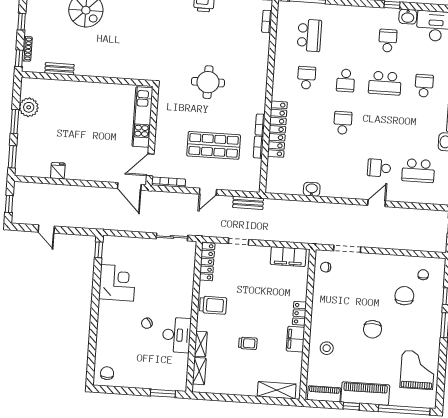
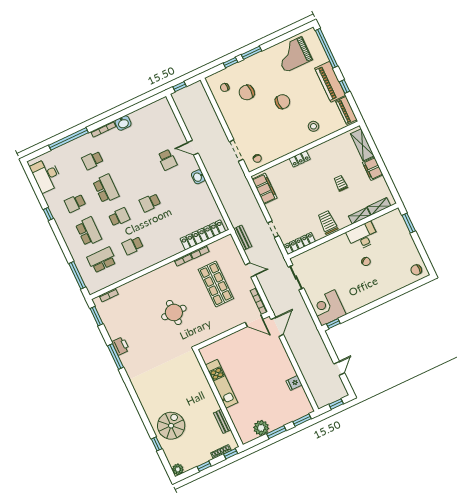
washbasin: (408, 17) -> (51, 198), removed
kitchen unit: (142, 117) -> (222, 384), moved, turned -90
locker: (277, 129) -> (203, 235), moved
school desk: (418, 171) -> (88, 232), moved
washbasin: (312, 189) -> (198, 177), moved
corner desk: (117, 283) -> (328, 308), moved
filing cabinet: (296, 339) -> (373, 169), moved, turned 90

